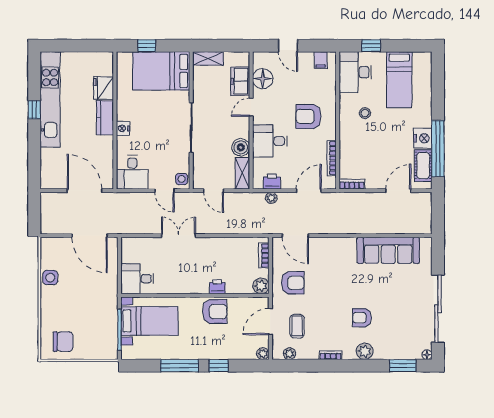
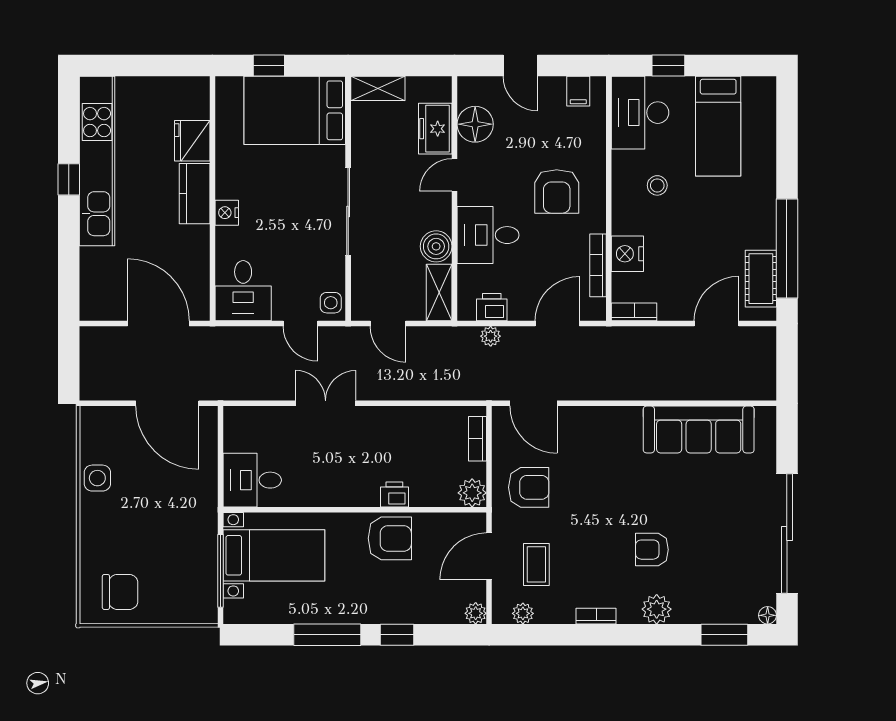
armchair: (308, 116) -> (557, 191), turned -90
nightstand: (423, 138) -> (627, 254), moved, turned 180

